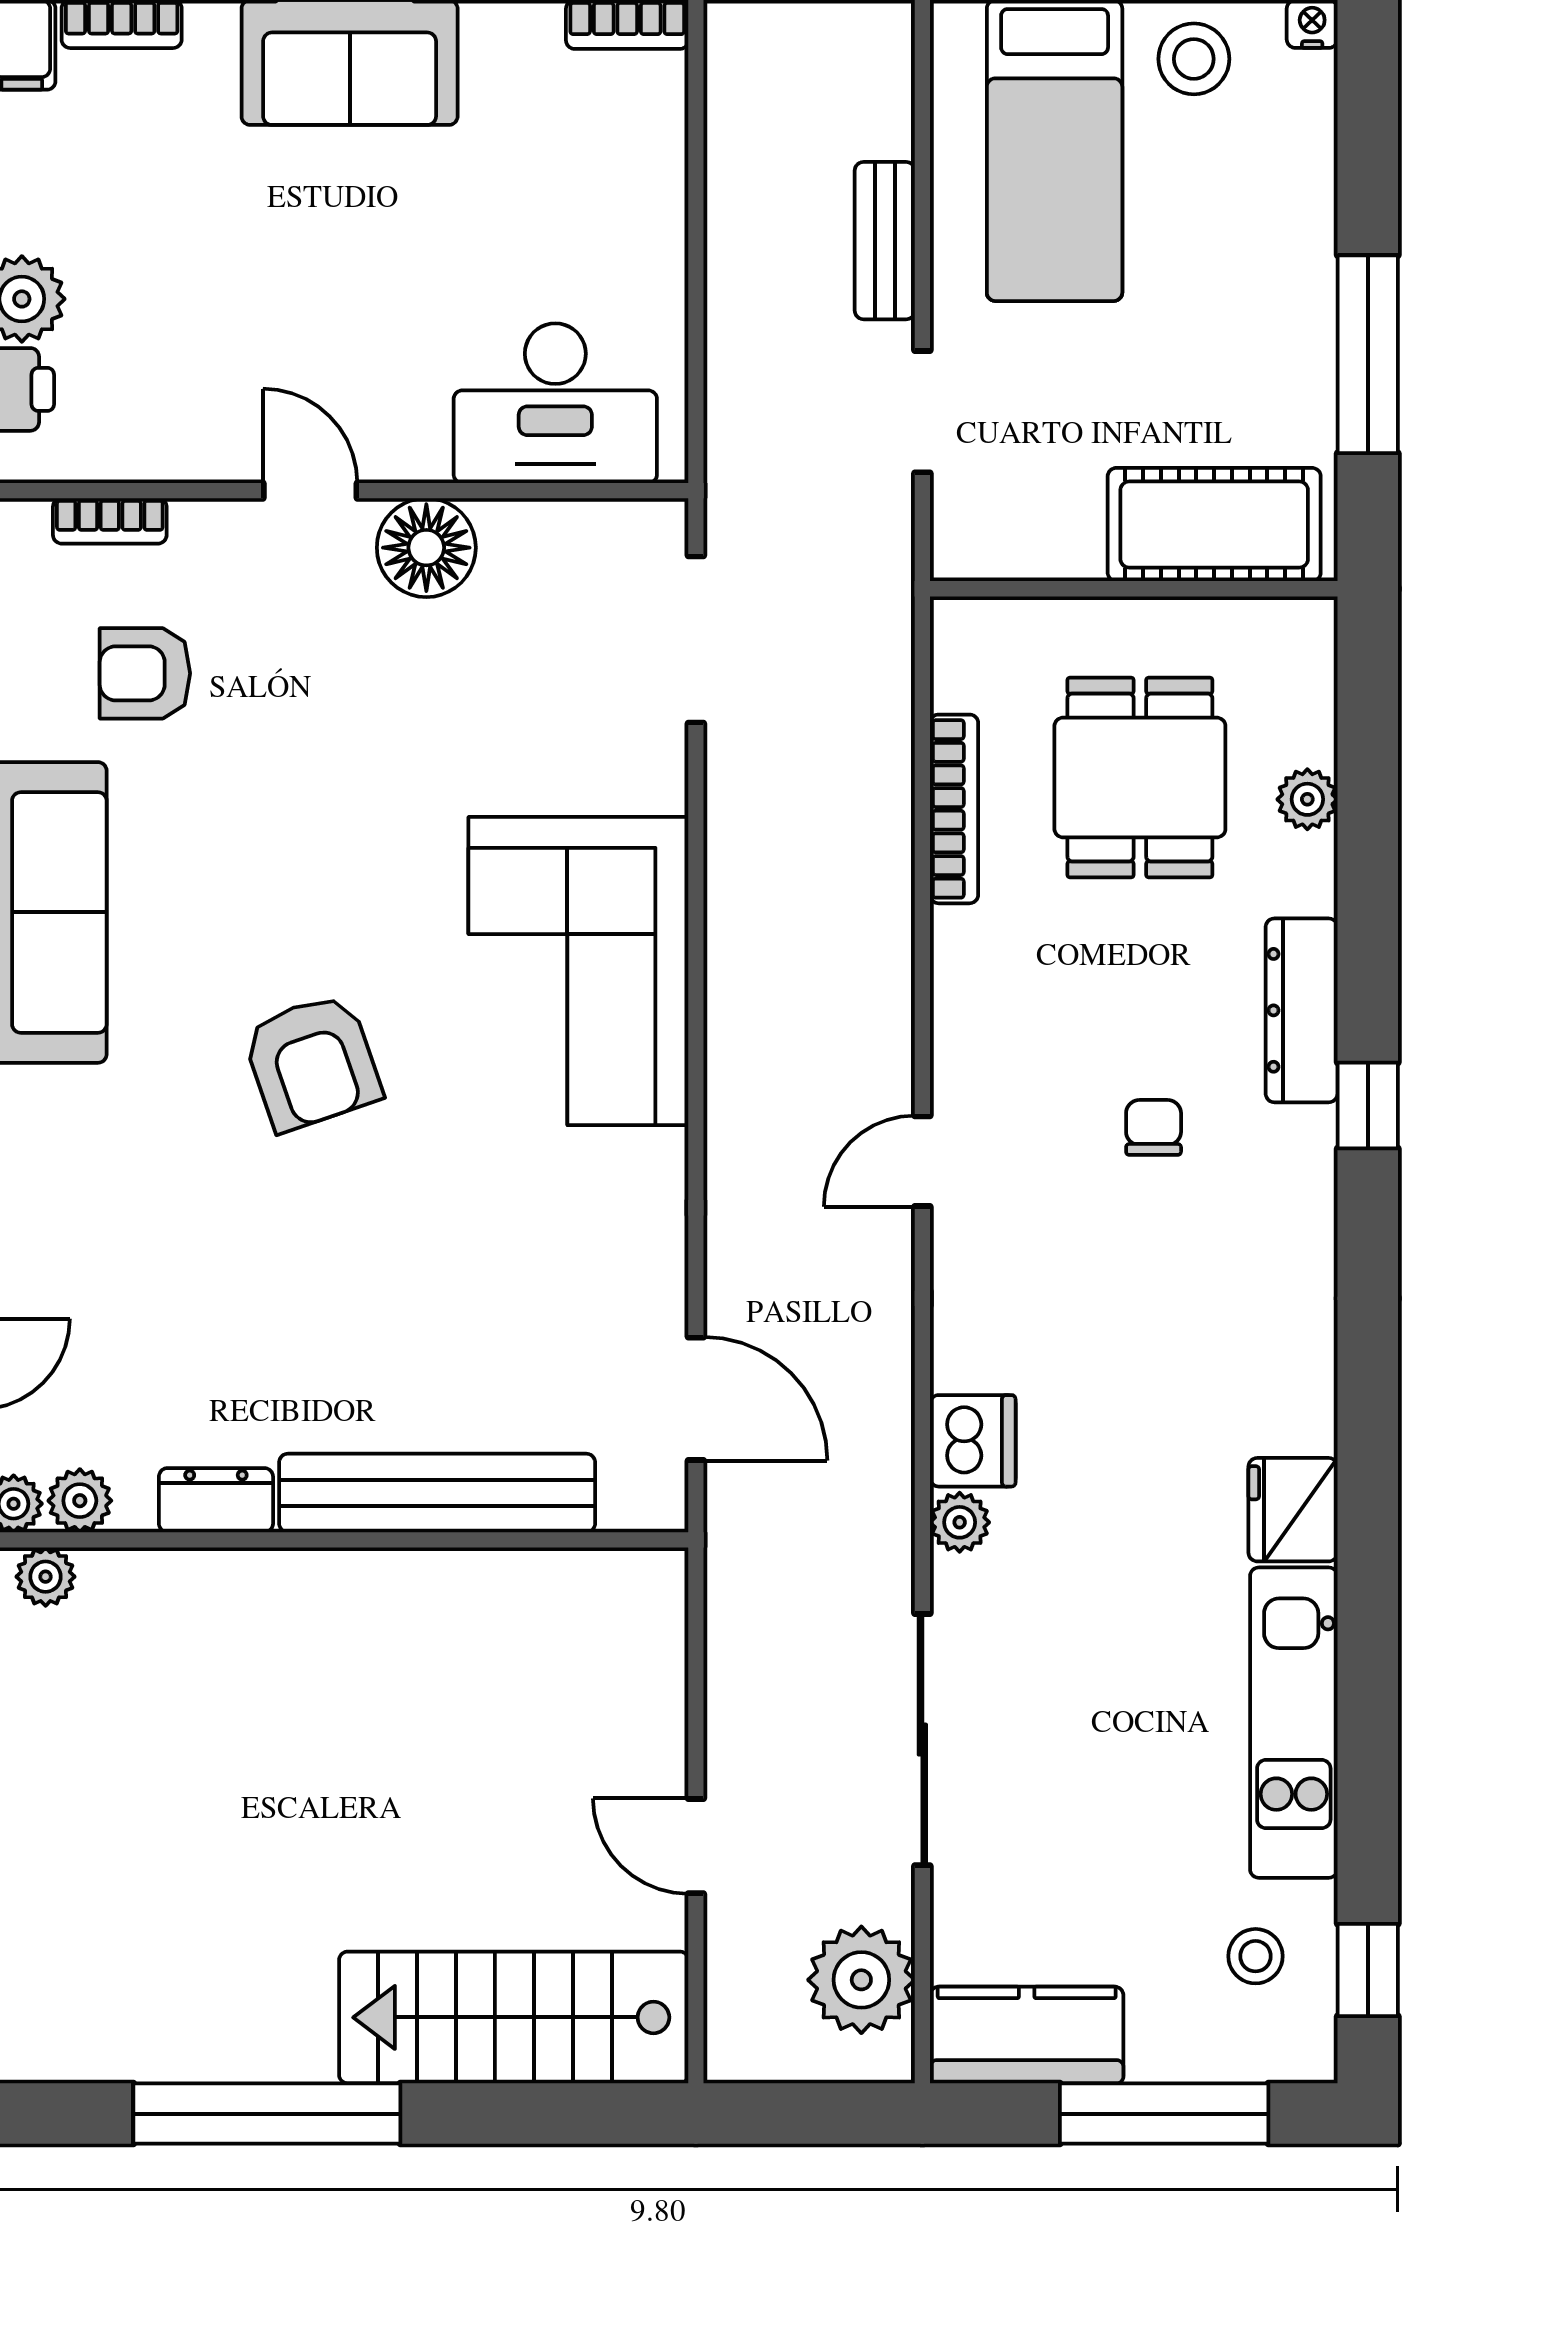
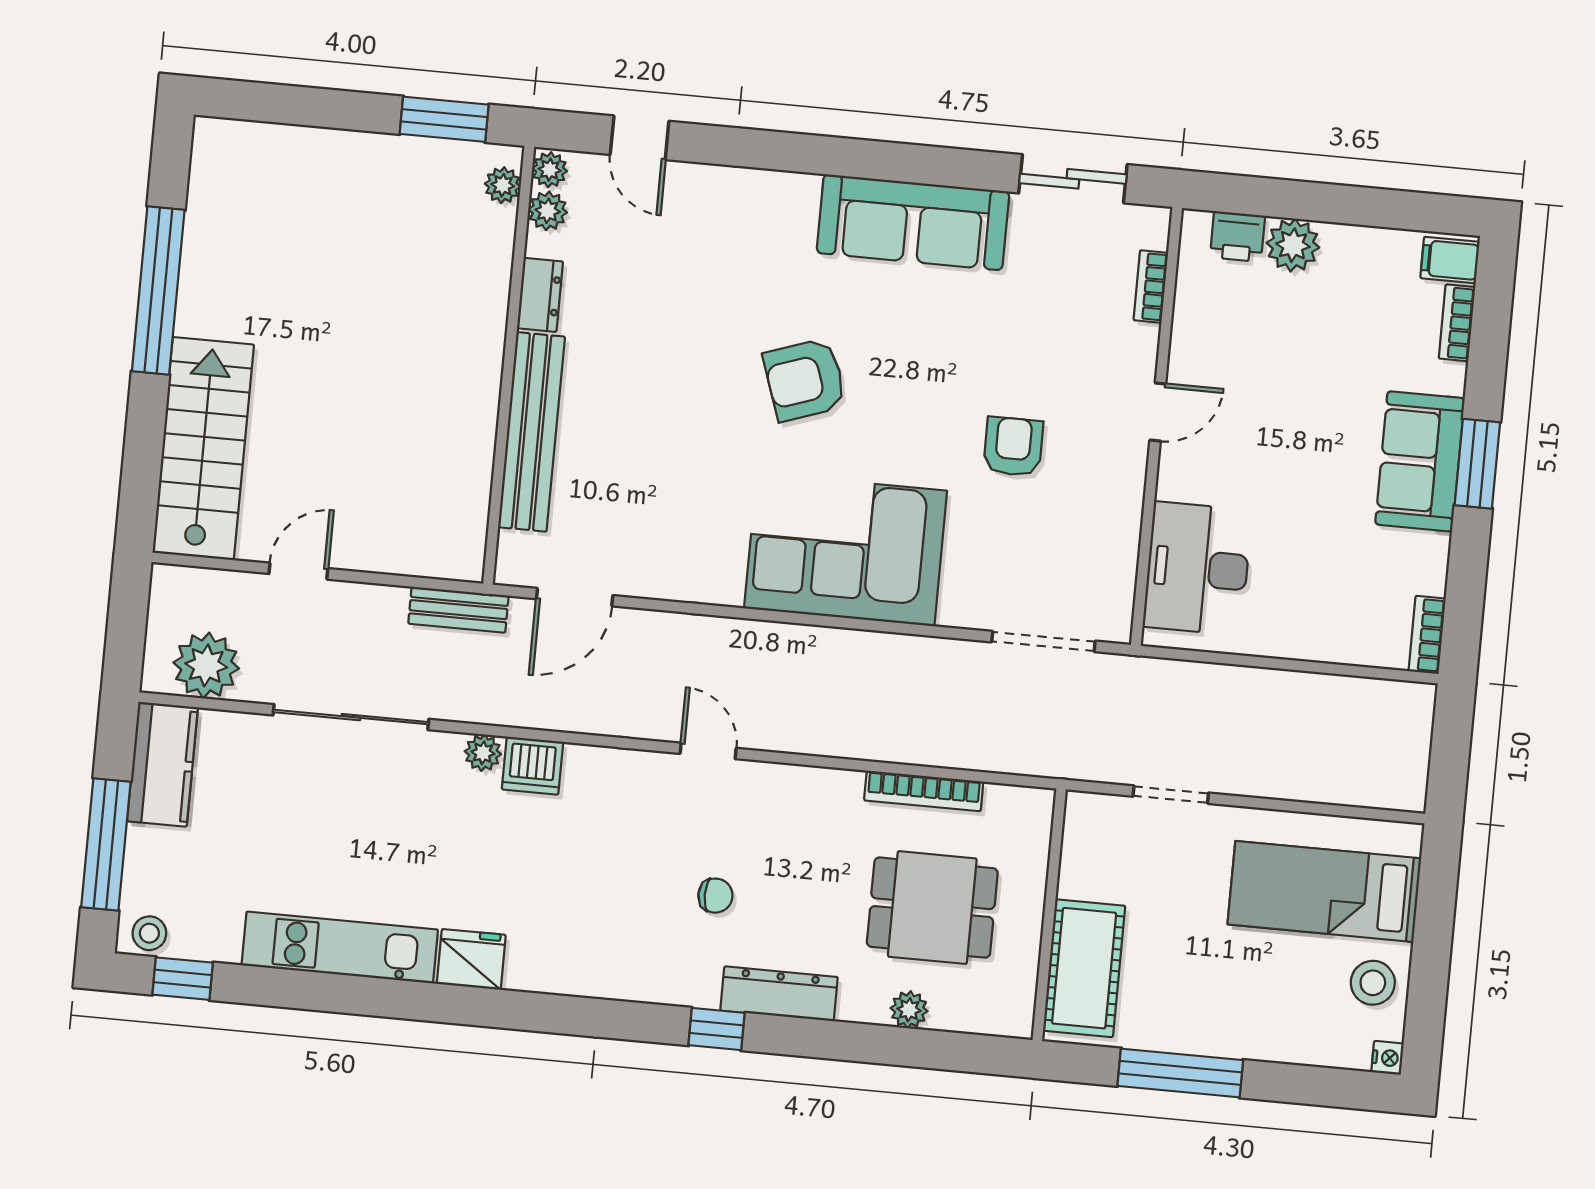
bench: (885, 241) -> (458, 610), moved
floor lamp: (426, 548) -> (1116, 480), removed
armchair: (145, 673) -> (1013, 447), moved
stool: (1256, 1956) -> (149, 933), moved

